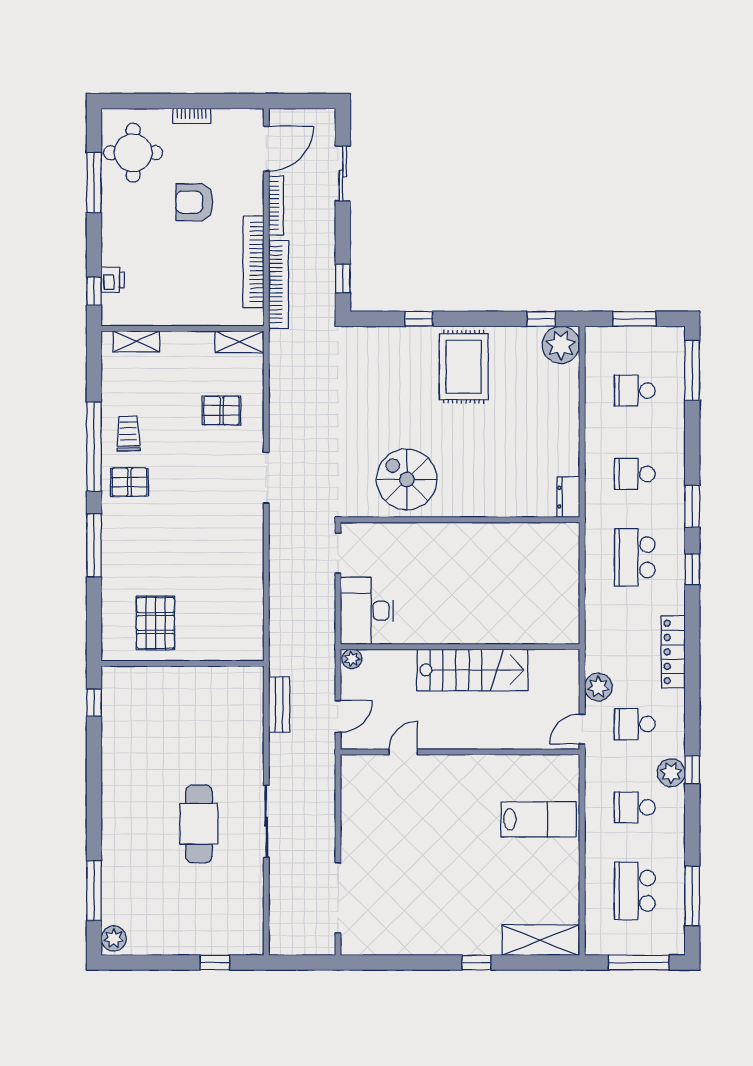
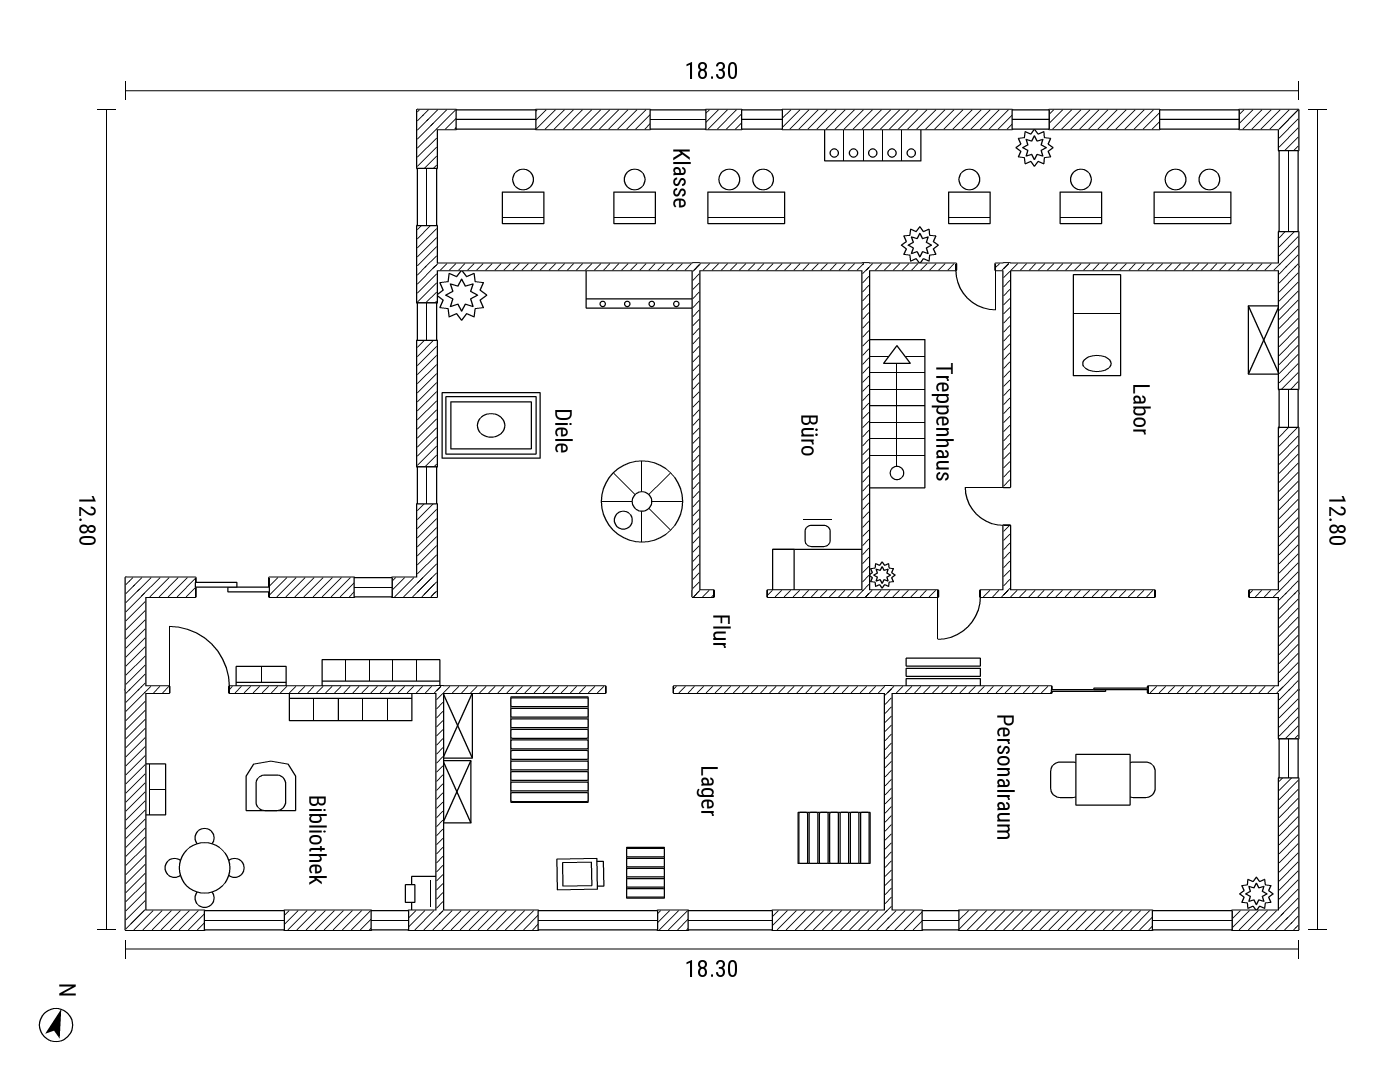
bookcase: (276, 206) -> (261, 676), width x0.64
printer: (113, 280) -> (421, 894), moved, turned -90
shelving: (136, 341) -> (457, 792), moved
pallet: (221, 410) -> (550, 750), width x2.05, depth x2.00
dresser: (568, 497) -> (639, 289), width x1.96, depth x1.24
door: (338, 716) -> (959, 594), swing flipped
shelving: (540, 940) -> (1264, 340), width x0.67, depth x0.75

